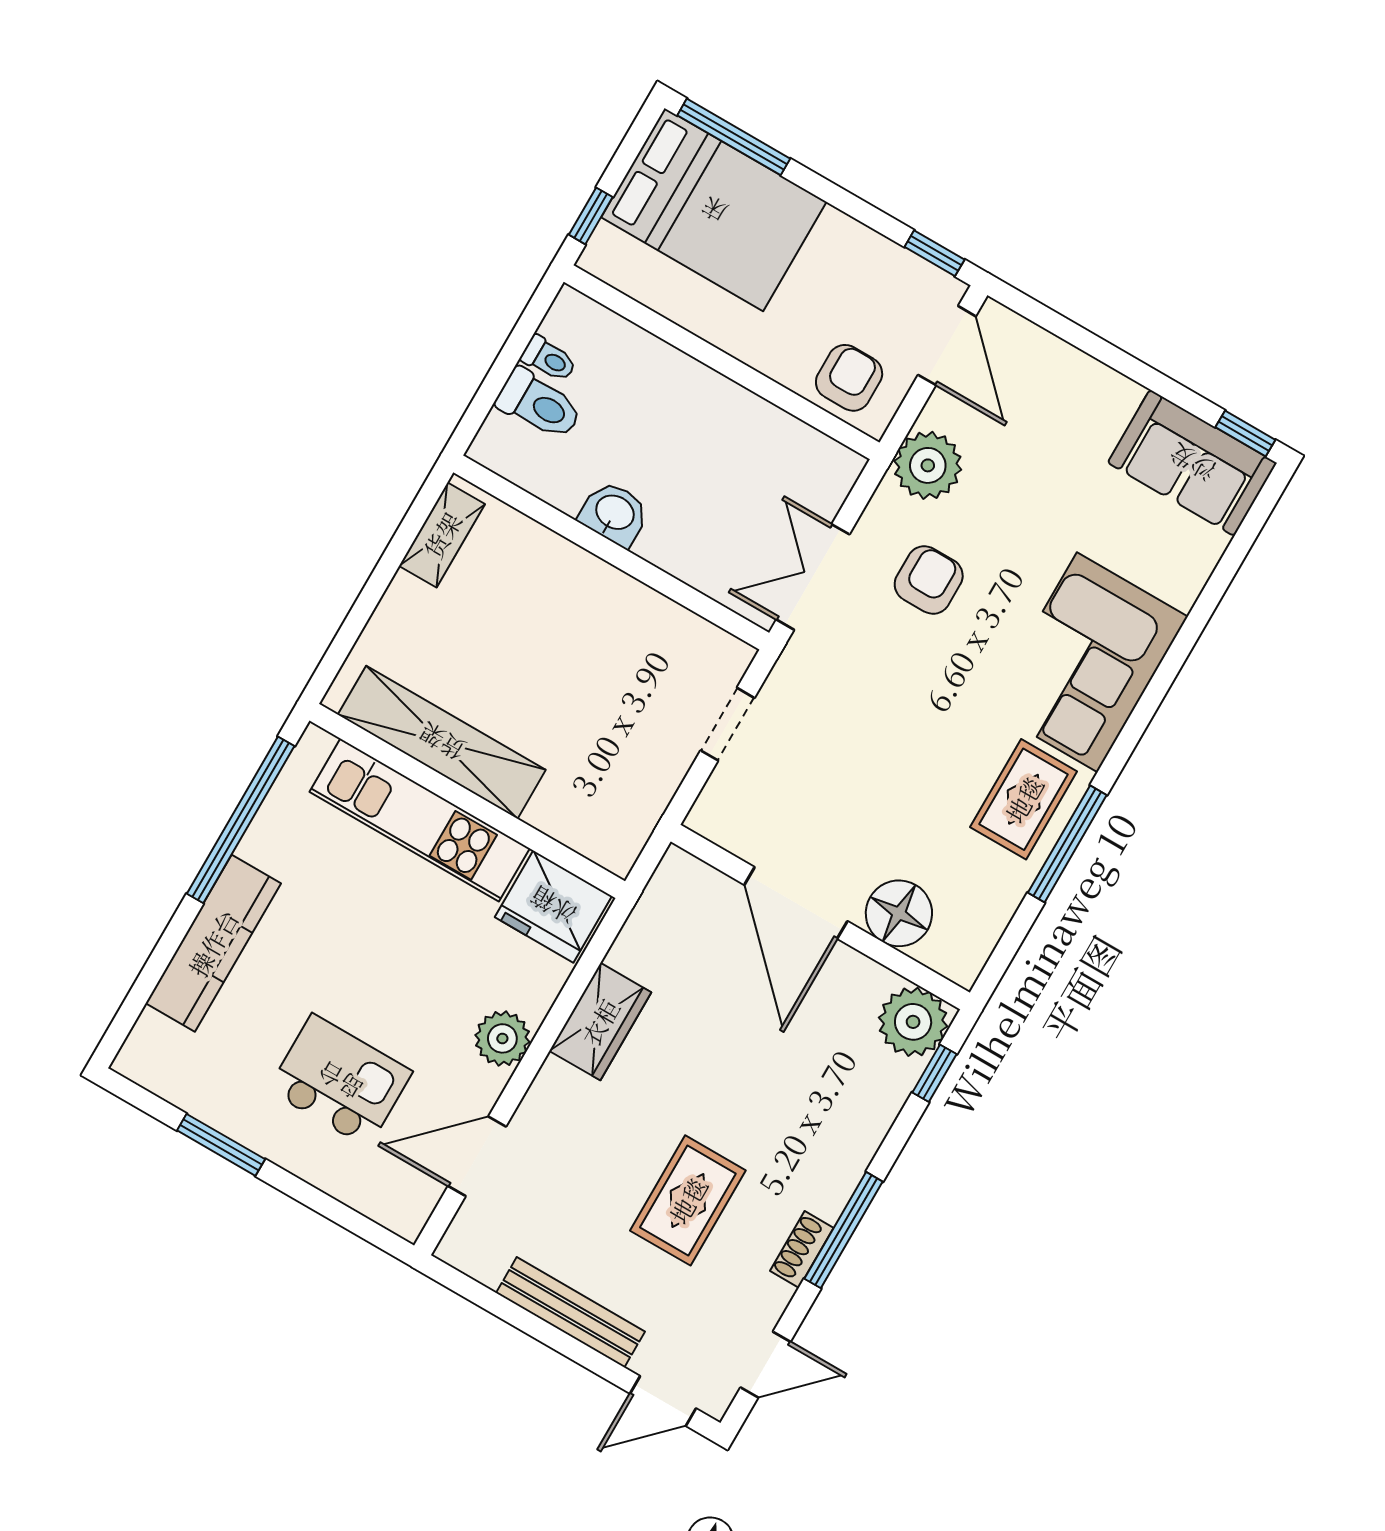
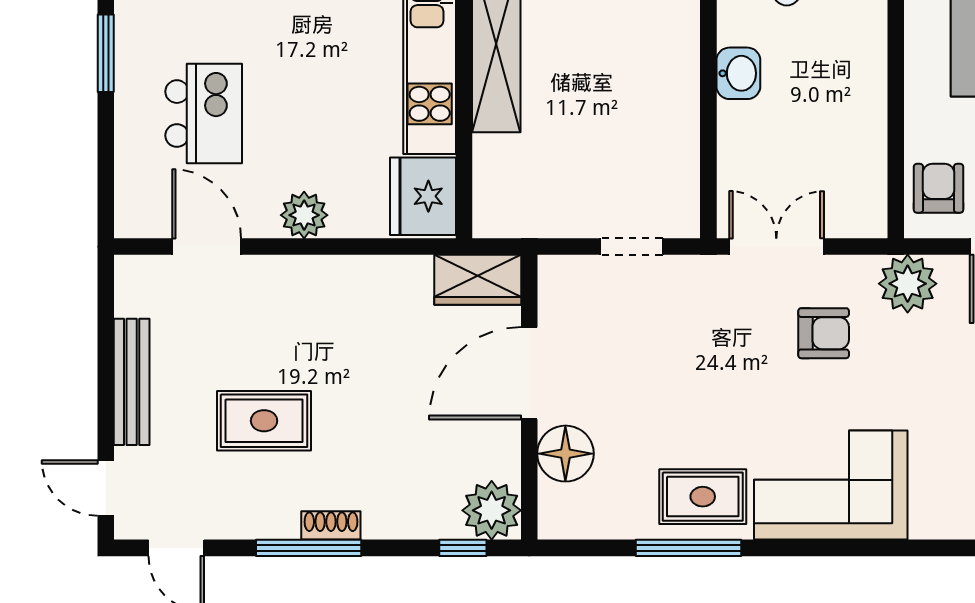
armchair: (849, 378) -> (939, 188), turned -90
wardrobe: (600, 1022) -> (478, 280), moved
shoe rack: (802, 1249) -> (331, 525), moved

